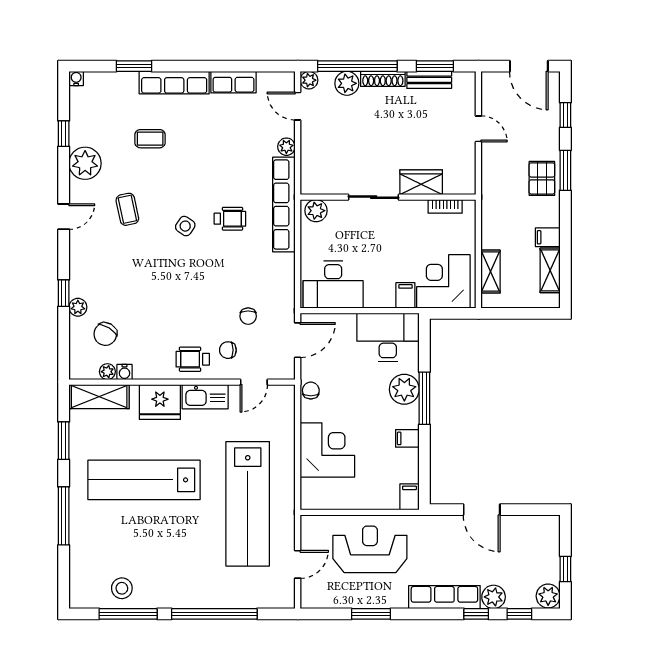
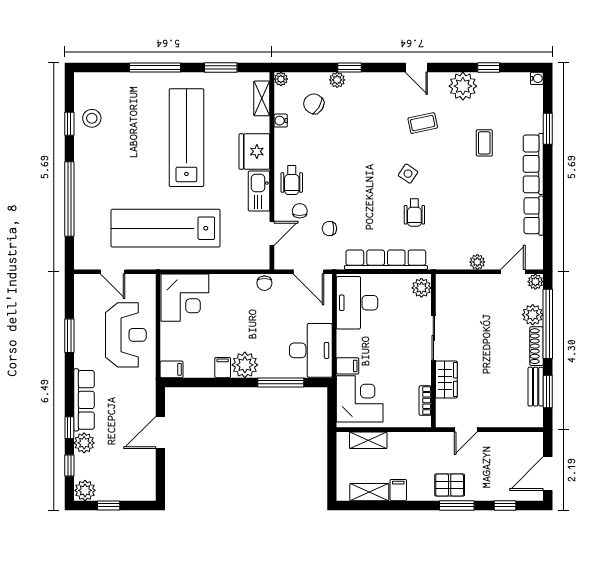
door: (478, 129) -> (466, 430), moved
row of seats: (284, 205) -> (386, 260), moved
wheelchair: (193, 359) -> (292, 180), turned 180
plant: (107, 372) -> (281, 79), moved
door: (254, 382) -> (272, 233), swing flipped
plant: (404, 389) -> (245, 365), moved
chair: (311, 390) -> (264, 283), turned 90
shelving: (99, 397) -> (262, 98), width x0.67, depth x0.75
window: (424, 398) -> (281, 382), moved
corner desk: (327, 450) -> (185, 298), moved
window: (128, 614) -> (69, 124), width x0.46

